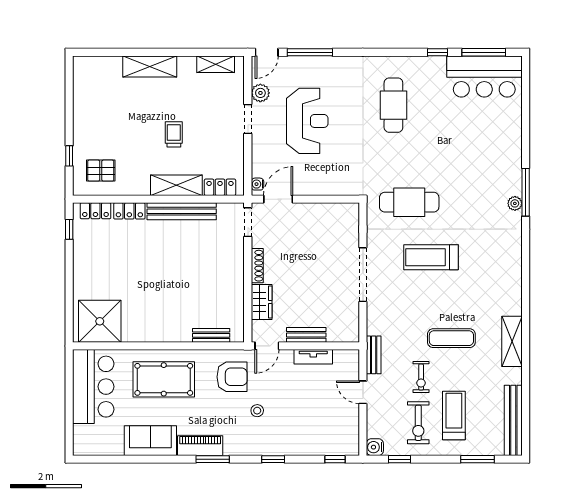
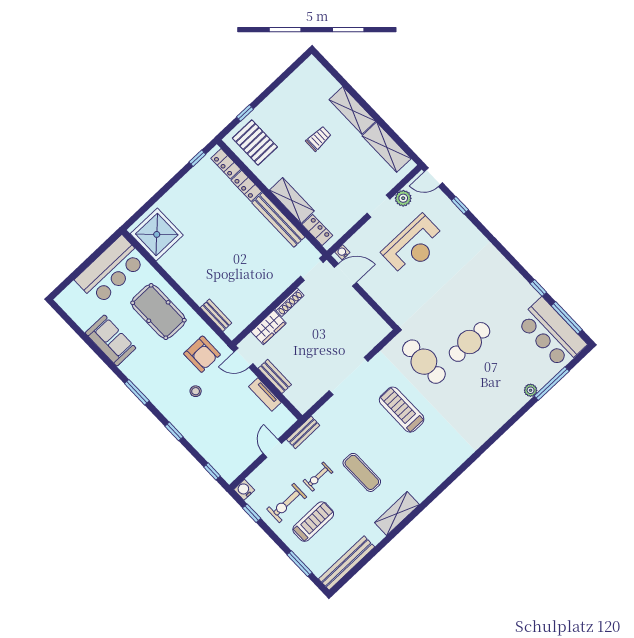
window: (310, 52) -> (460, 205), width x0.46
shelving: (216, 64) -> (387, 147), width x1.50, depth x1.33
cafe table: (393, 105) -> (470, 342), moved
trolley: (174, 134) -> (318, 139), moved
pallet: (101, 171) -> (255, 143), width x1.50, depth x1.42
window: (526, 192) -> (552, 383), moved
plant: (515, 203) -> (531, 390), moved
piano: (200, 446) -> (138, 376), removed

